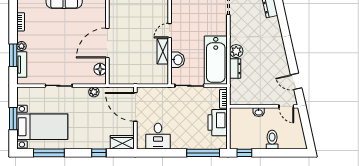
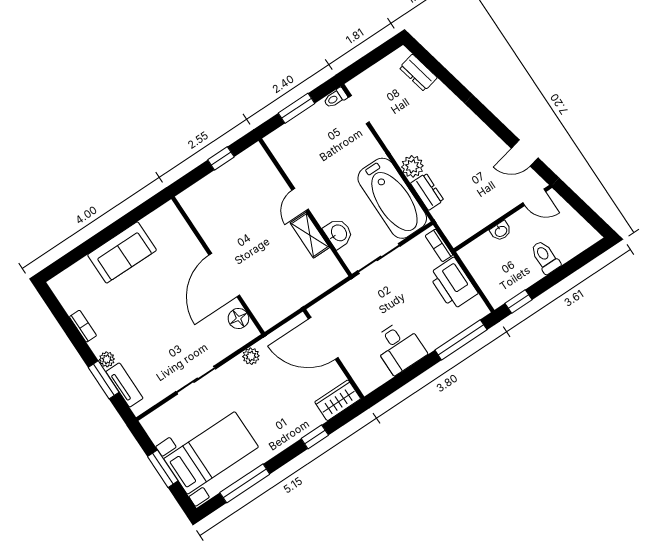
desk: (158, 136) -> (399, 347), moved

